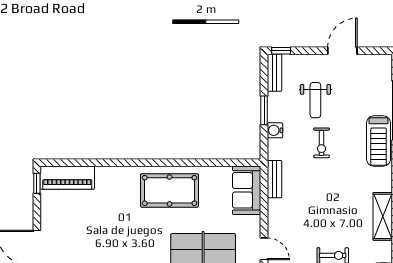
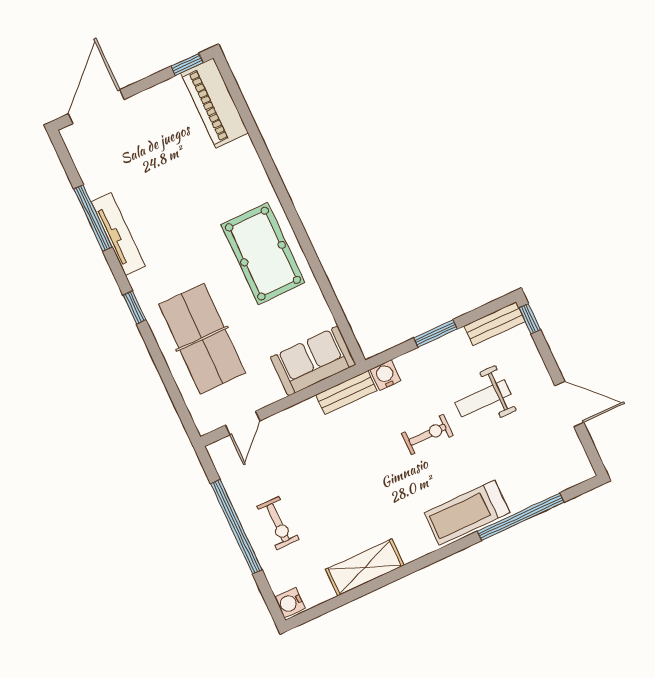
water cooler: (275, 130) -> (385, 375), moved
exercise bike: (321, 143) -> (427, 434), turned 180

